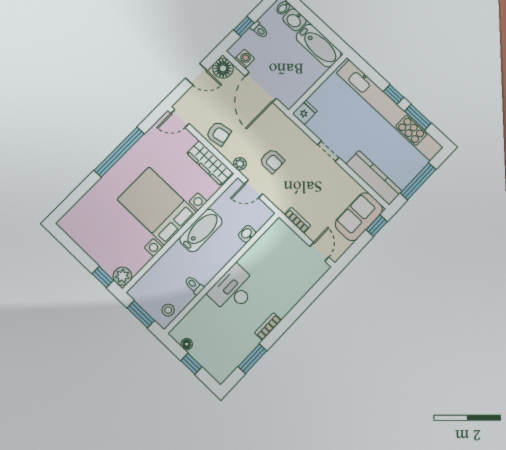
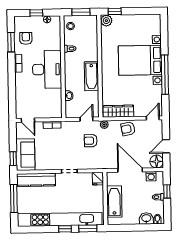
bathtub: (319, 46) -> (114, 202), moved, turned 90
window: (418, 117) -> (88, 228), moved
bed with nightstands: (157, 206) -> (140, 60), moved, turned 180
desk: (233, 290) -> (47, 69), width x1.36, depth x1.30
armchair: (232, 346) -> (26, 38), added

